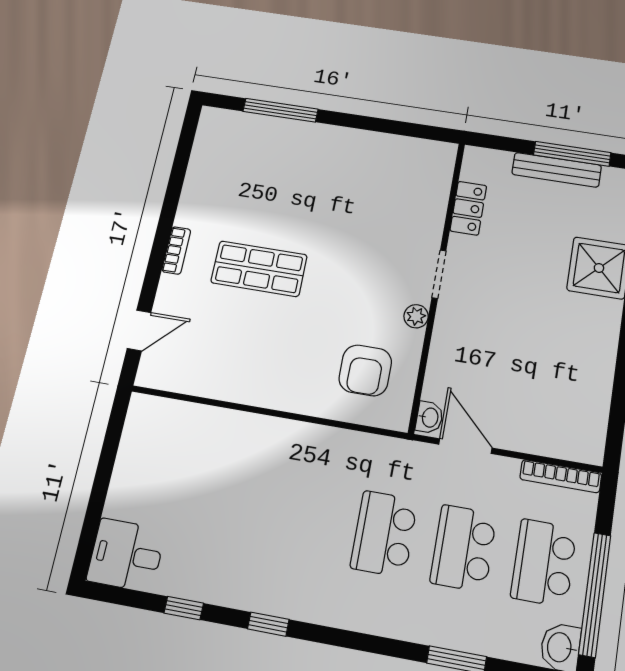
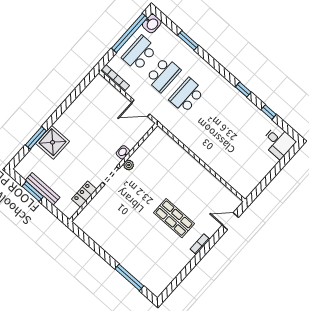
window: (572, 154) -> (33, 191), width x0.69
armchair: (365, 370) -> (159, 156), removed
washbasin: (429, 417) -> (123, 152), moved
door: (465, 446) -> (141, 108), hinge flipped
school desk: (384, 534) -> (187, 96), turned 180
school desk: (544, 563) -> (139, 53), turned 180

